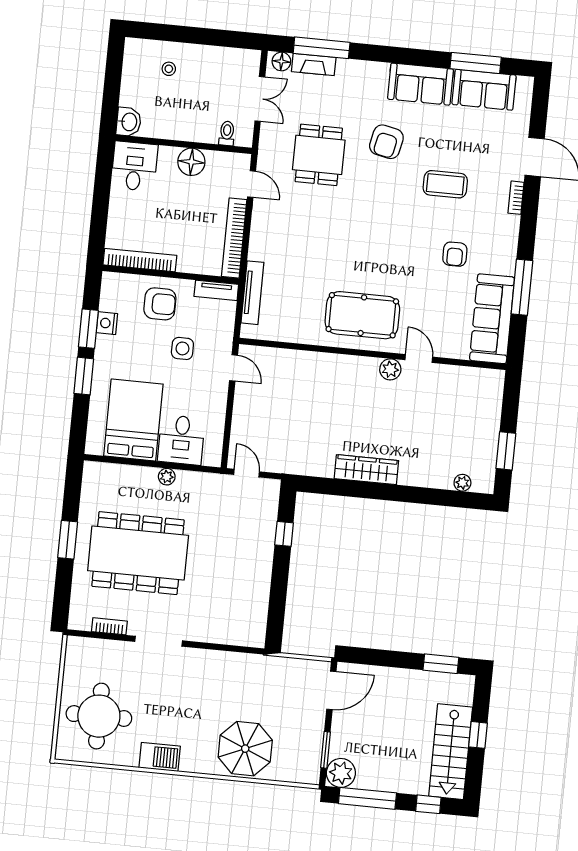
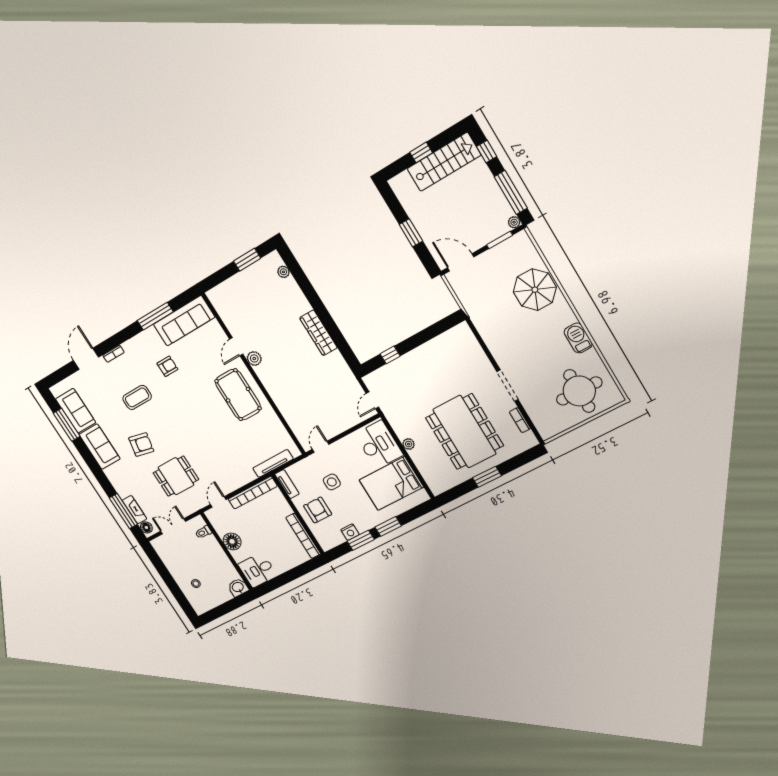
coffee table: (445, 184) -> (137, 397), turned 90
desk: (181, 440) -> (379, 445), width x1.37
window: (441, 664) -> (411, 233), moved
plant: (341, 773) -> (514, 222), width x0.53, depth x0.53

